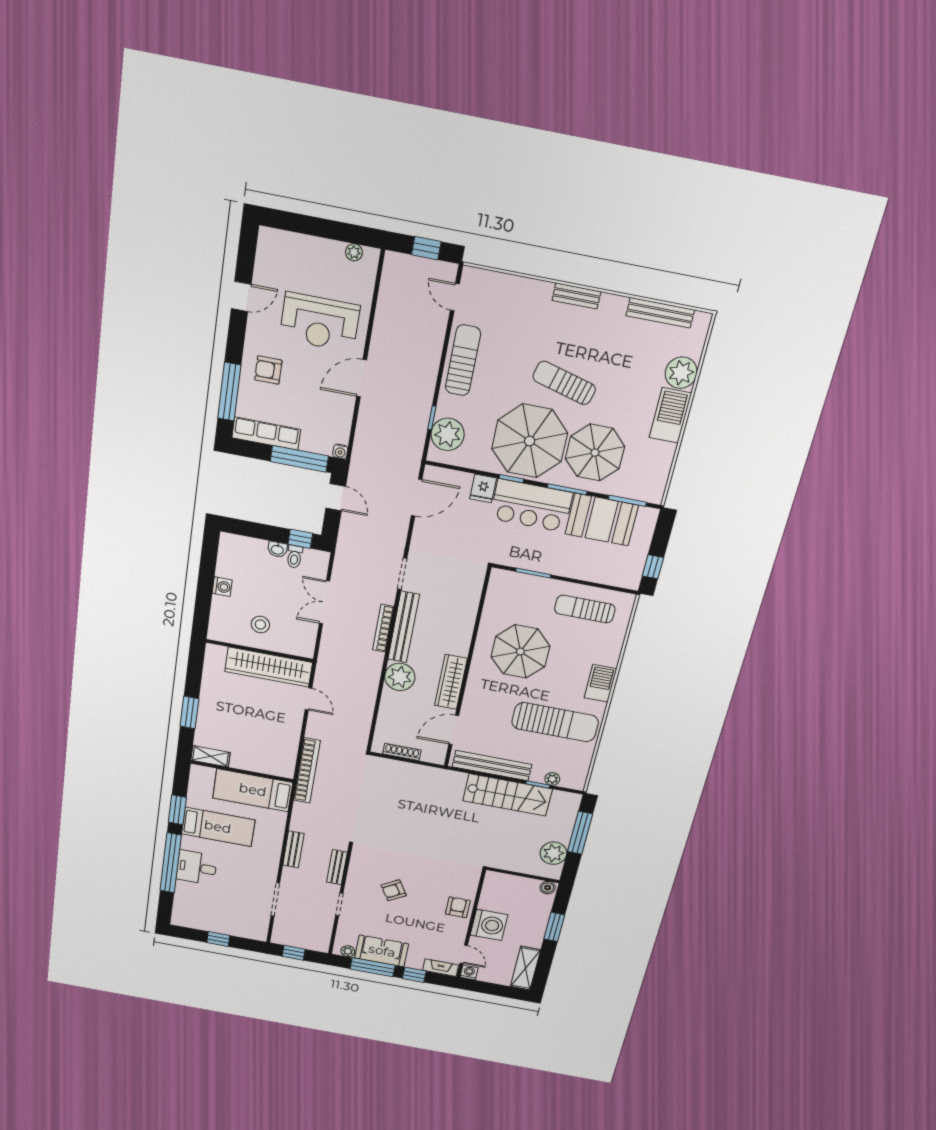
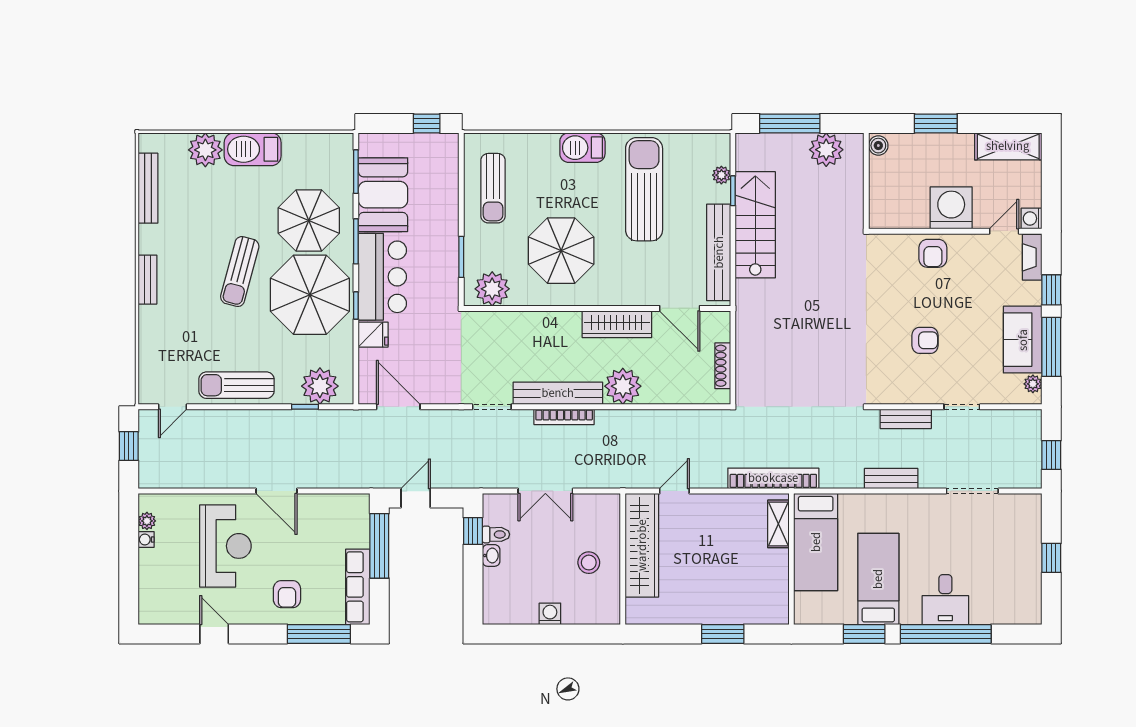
water cooler: (340, 451) -> (146, 539), moved, turned 180
plant: (501, 592) -> (492, 289), added
shelving: (211, 756) -> (778, 524), moved
armchair: (394, 890) -> (925, 340), turned -59
armchair: (458, 907) -> (933, 253), turned -90

